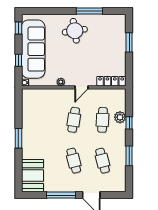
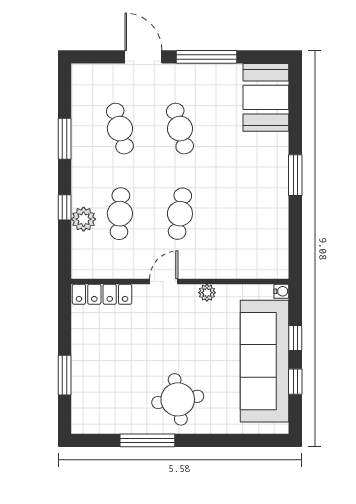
window: (18, 28) -> (295, 382), moved

